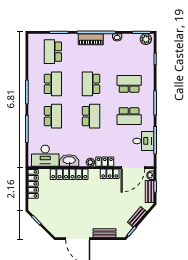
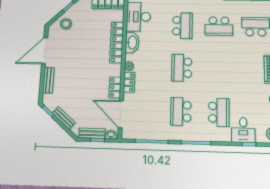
school desk: (91, 84) -> (219, 68), removed
school desk: (53, 116) -> (182, 26), turned -90
school desk: (91, 116) -> (182, 68), turned 90
desk: (143, 141) -> (243, 130), moved
stool: (53, 221) -> (66, 24), added

